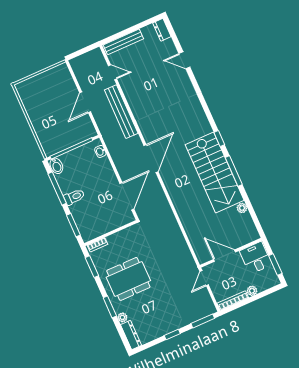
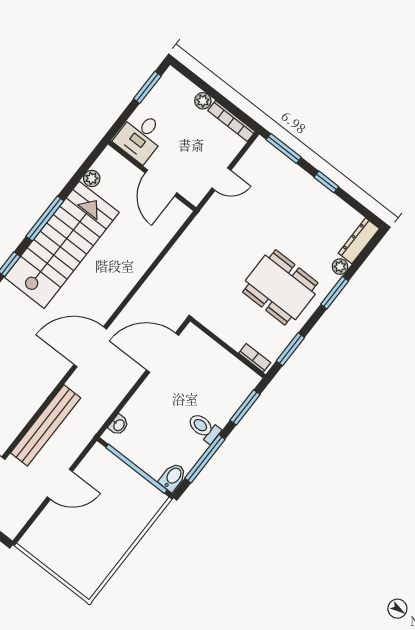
wall: (231, 253) -> (152, 176), moved
door: (225, 256) -> (161, 183), moved
desk: (256, 258) -> (140, 137), moved

